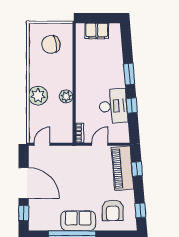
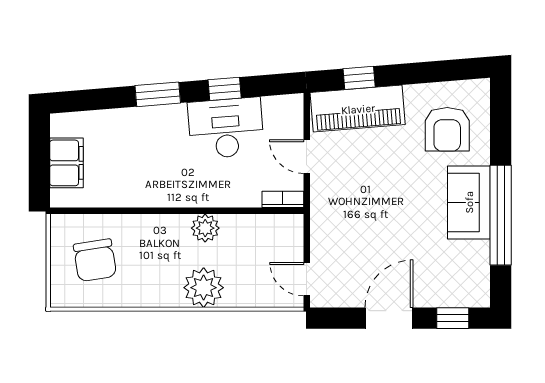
door: (24, 183) -> (389, 318), width x0.73
armchair: (113, 210) -> (447, 129), turned 90
window: (140, 210) -> (447, 71), removed

